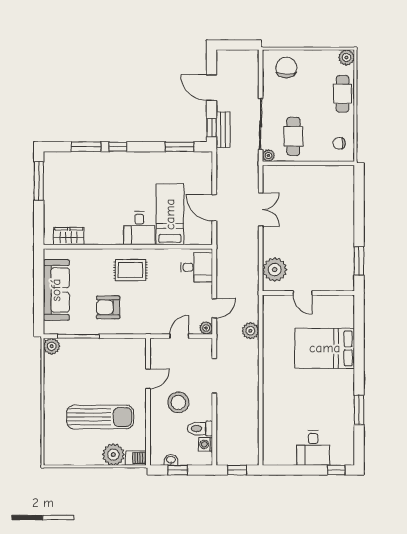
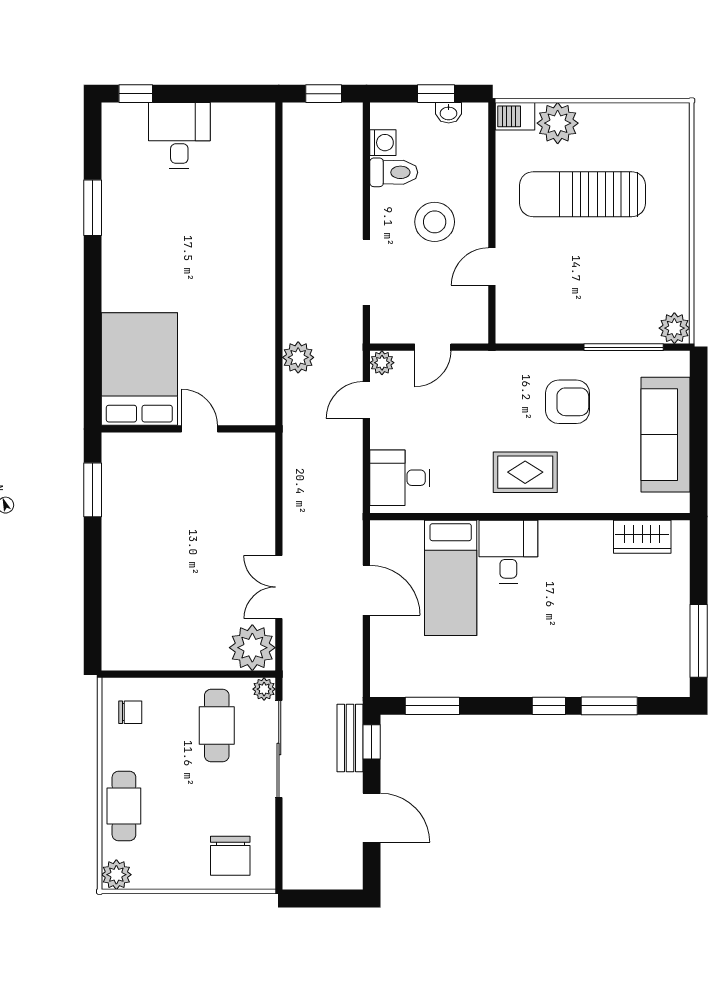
plant: (275, 270) -> (252, 648), moved
bed: (325, 348) -> (139, 369), moved, turned -90

